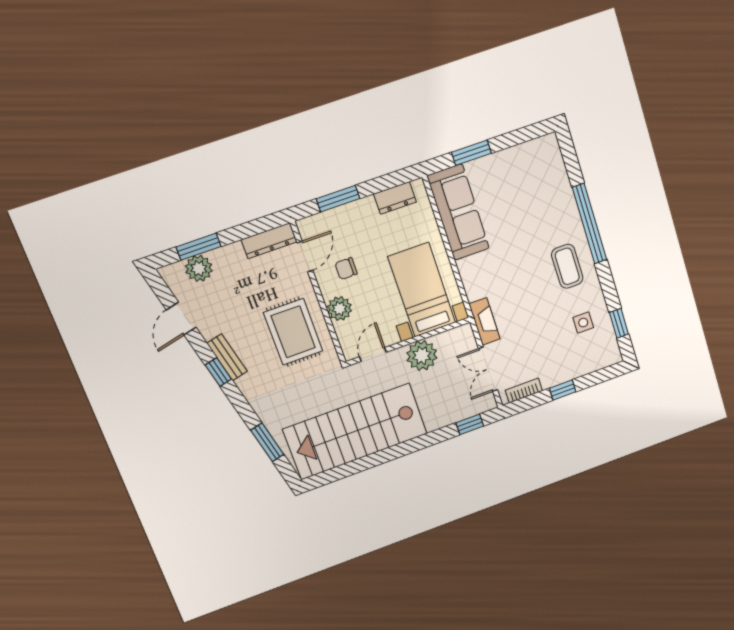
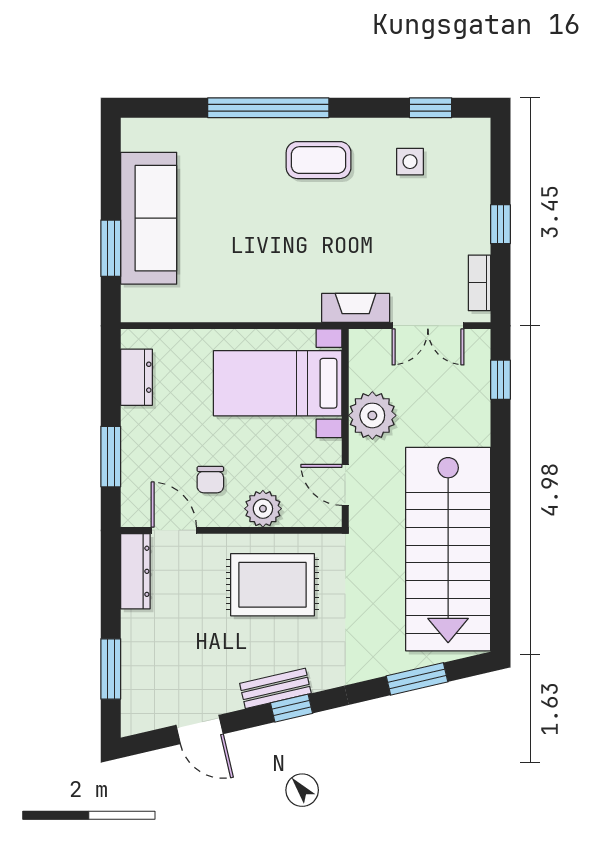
sofa: (458, 212) -> (149, 218), moved, turned 90
plant: (199, 268) -> (140, 680), removed

